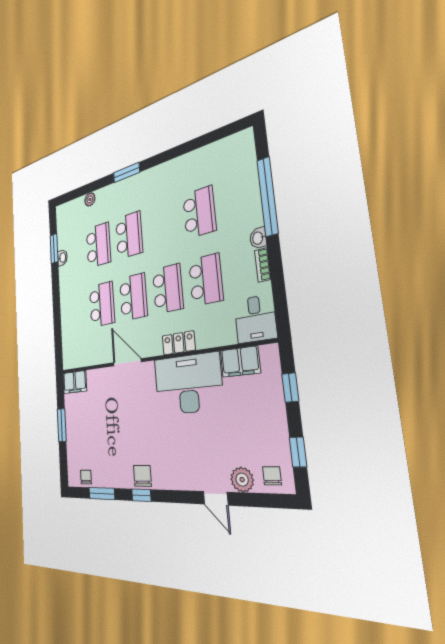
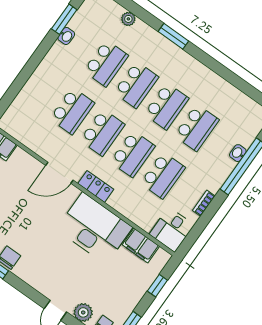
school desk: (162, 224) -> (166, 106), added
washbasin: (258, 238) -> (238, 153), moved
locker: (179, 343) -> (96, 186), moved
door: (127, 362) -> (59, 173), swing flipped

